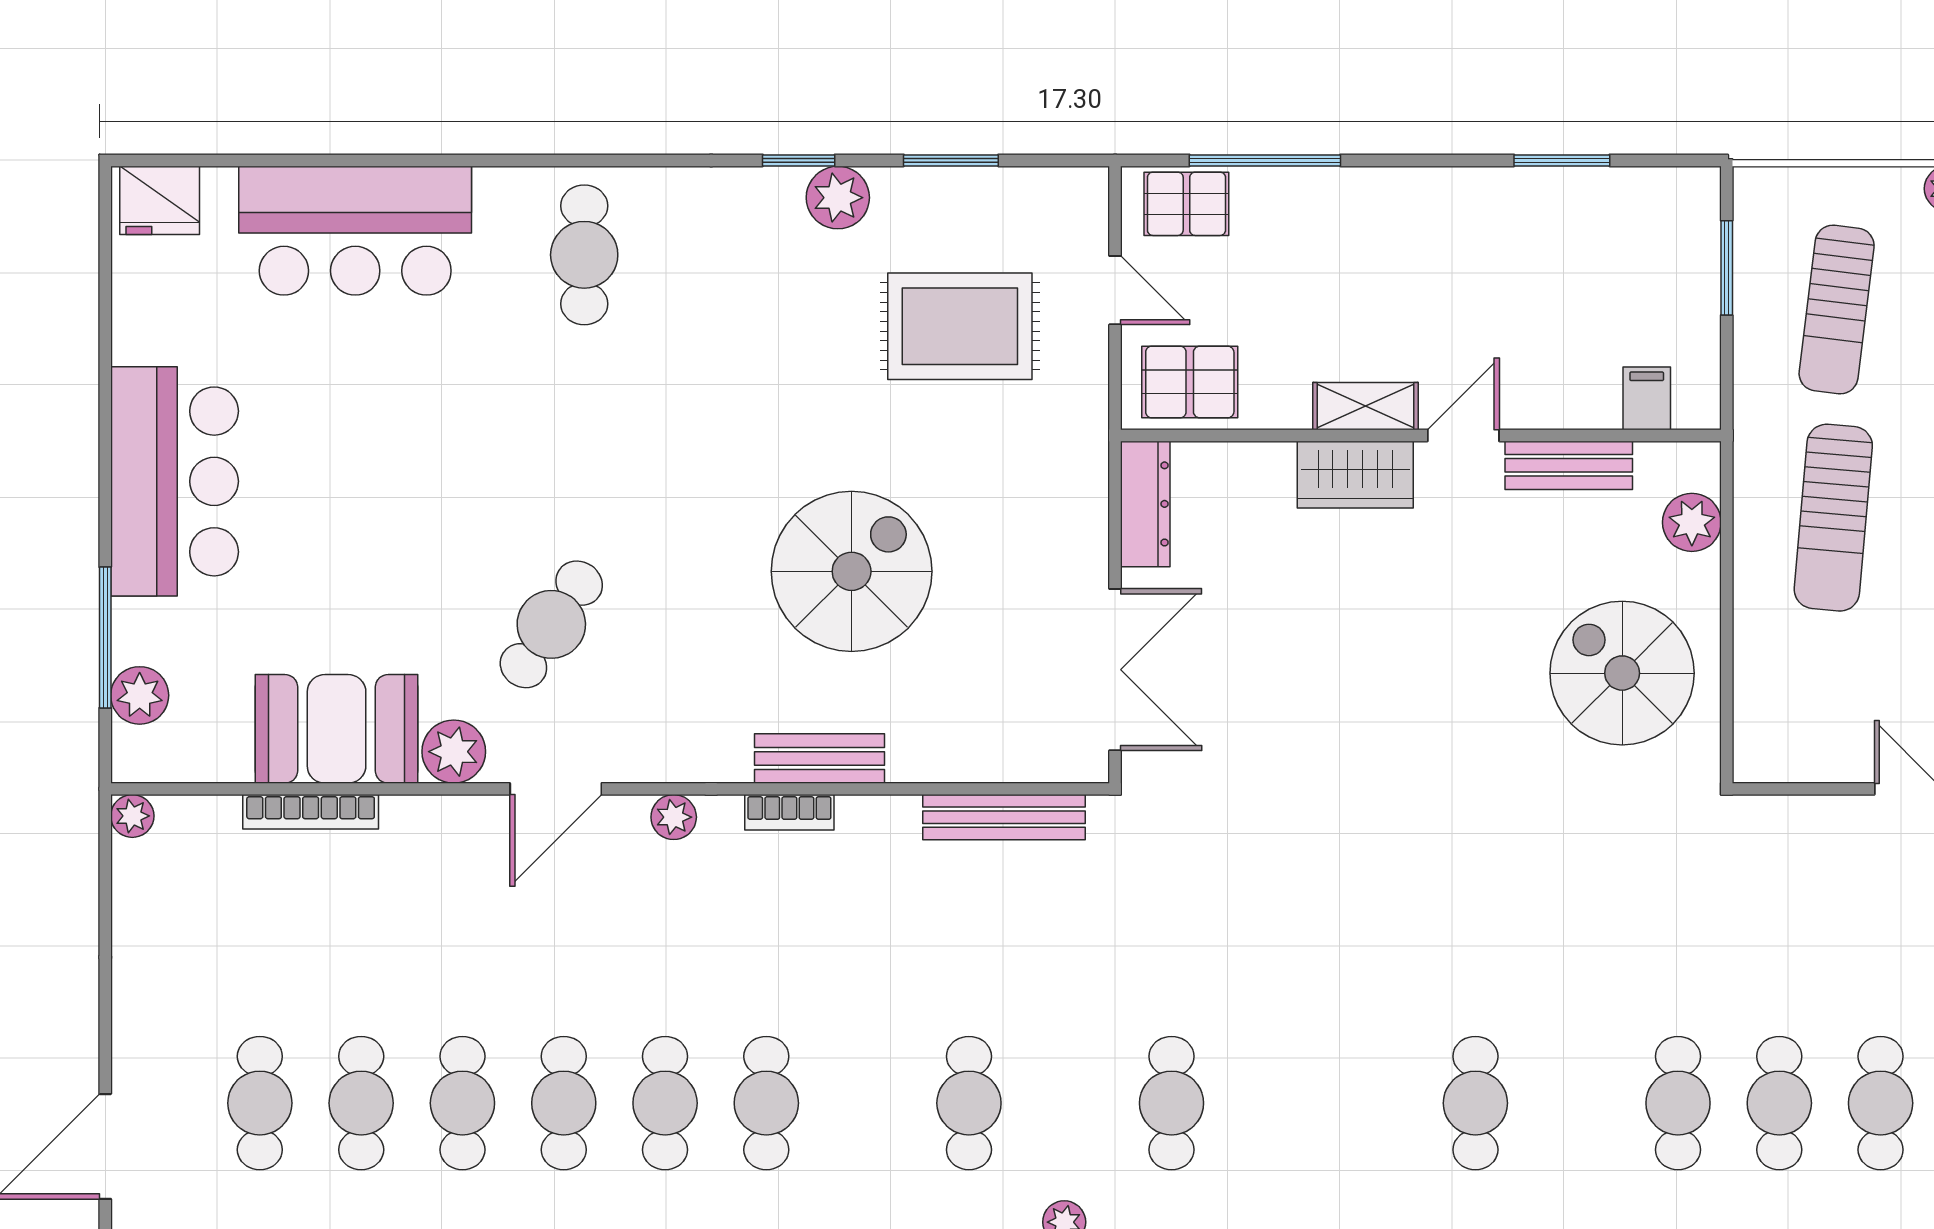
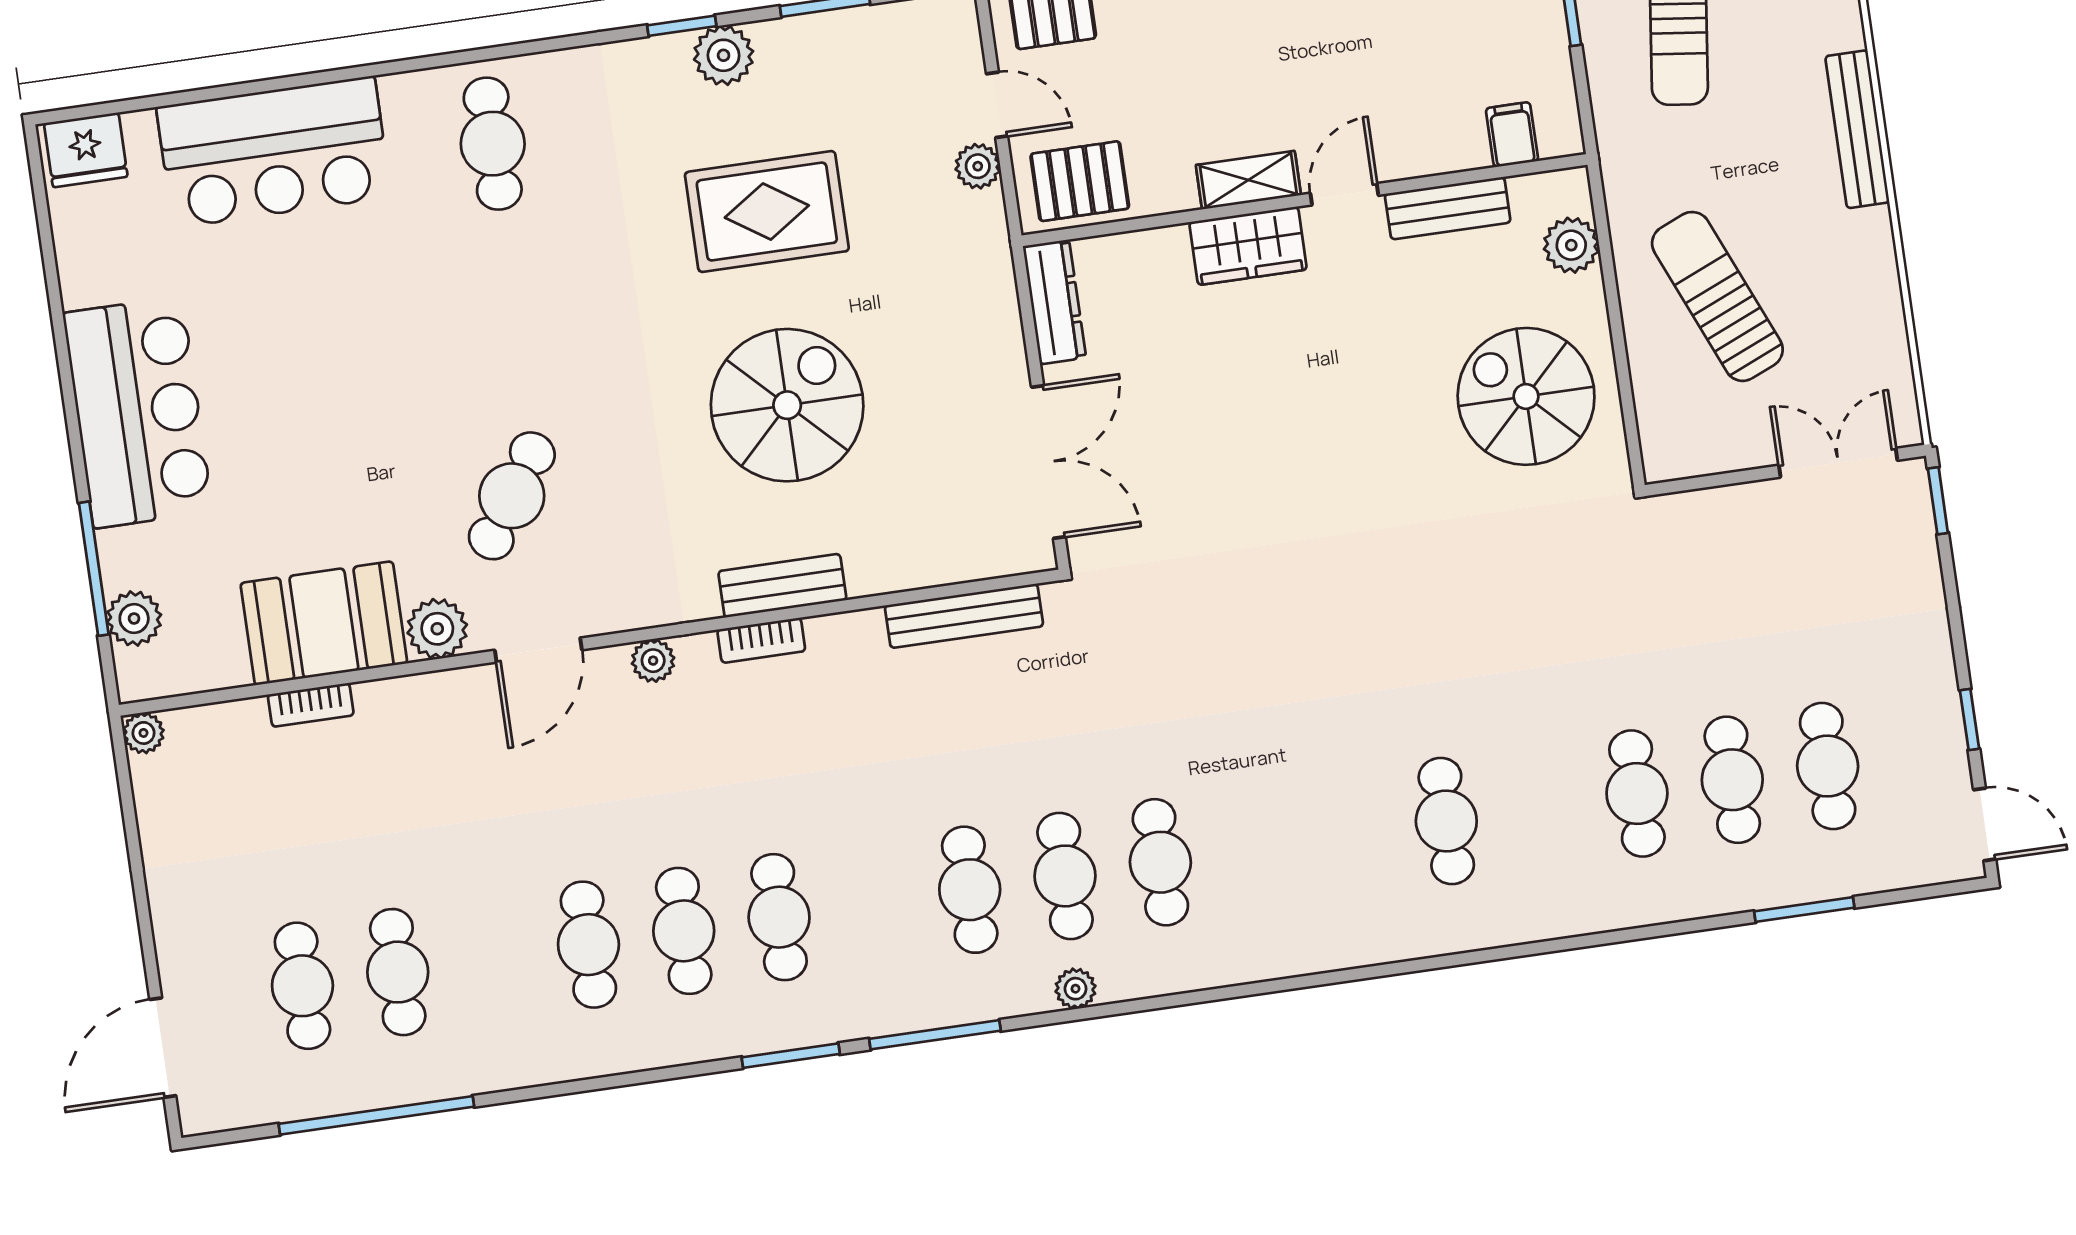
rug: (960, 326) -> (767, 212), moved
plant: (1086, 351) -> (978, 166), added
sun lounger: (1833, 518) -> (1717, 296), moved, turned 152
bookcase: (311, 812) -> (311, 705), width x0.64
cafe table: (462, 1103) -> (1065, 876), moved

